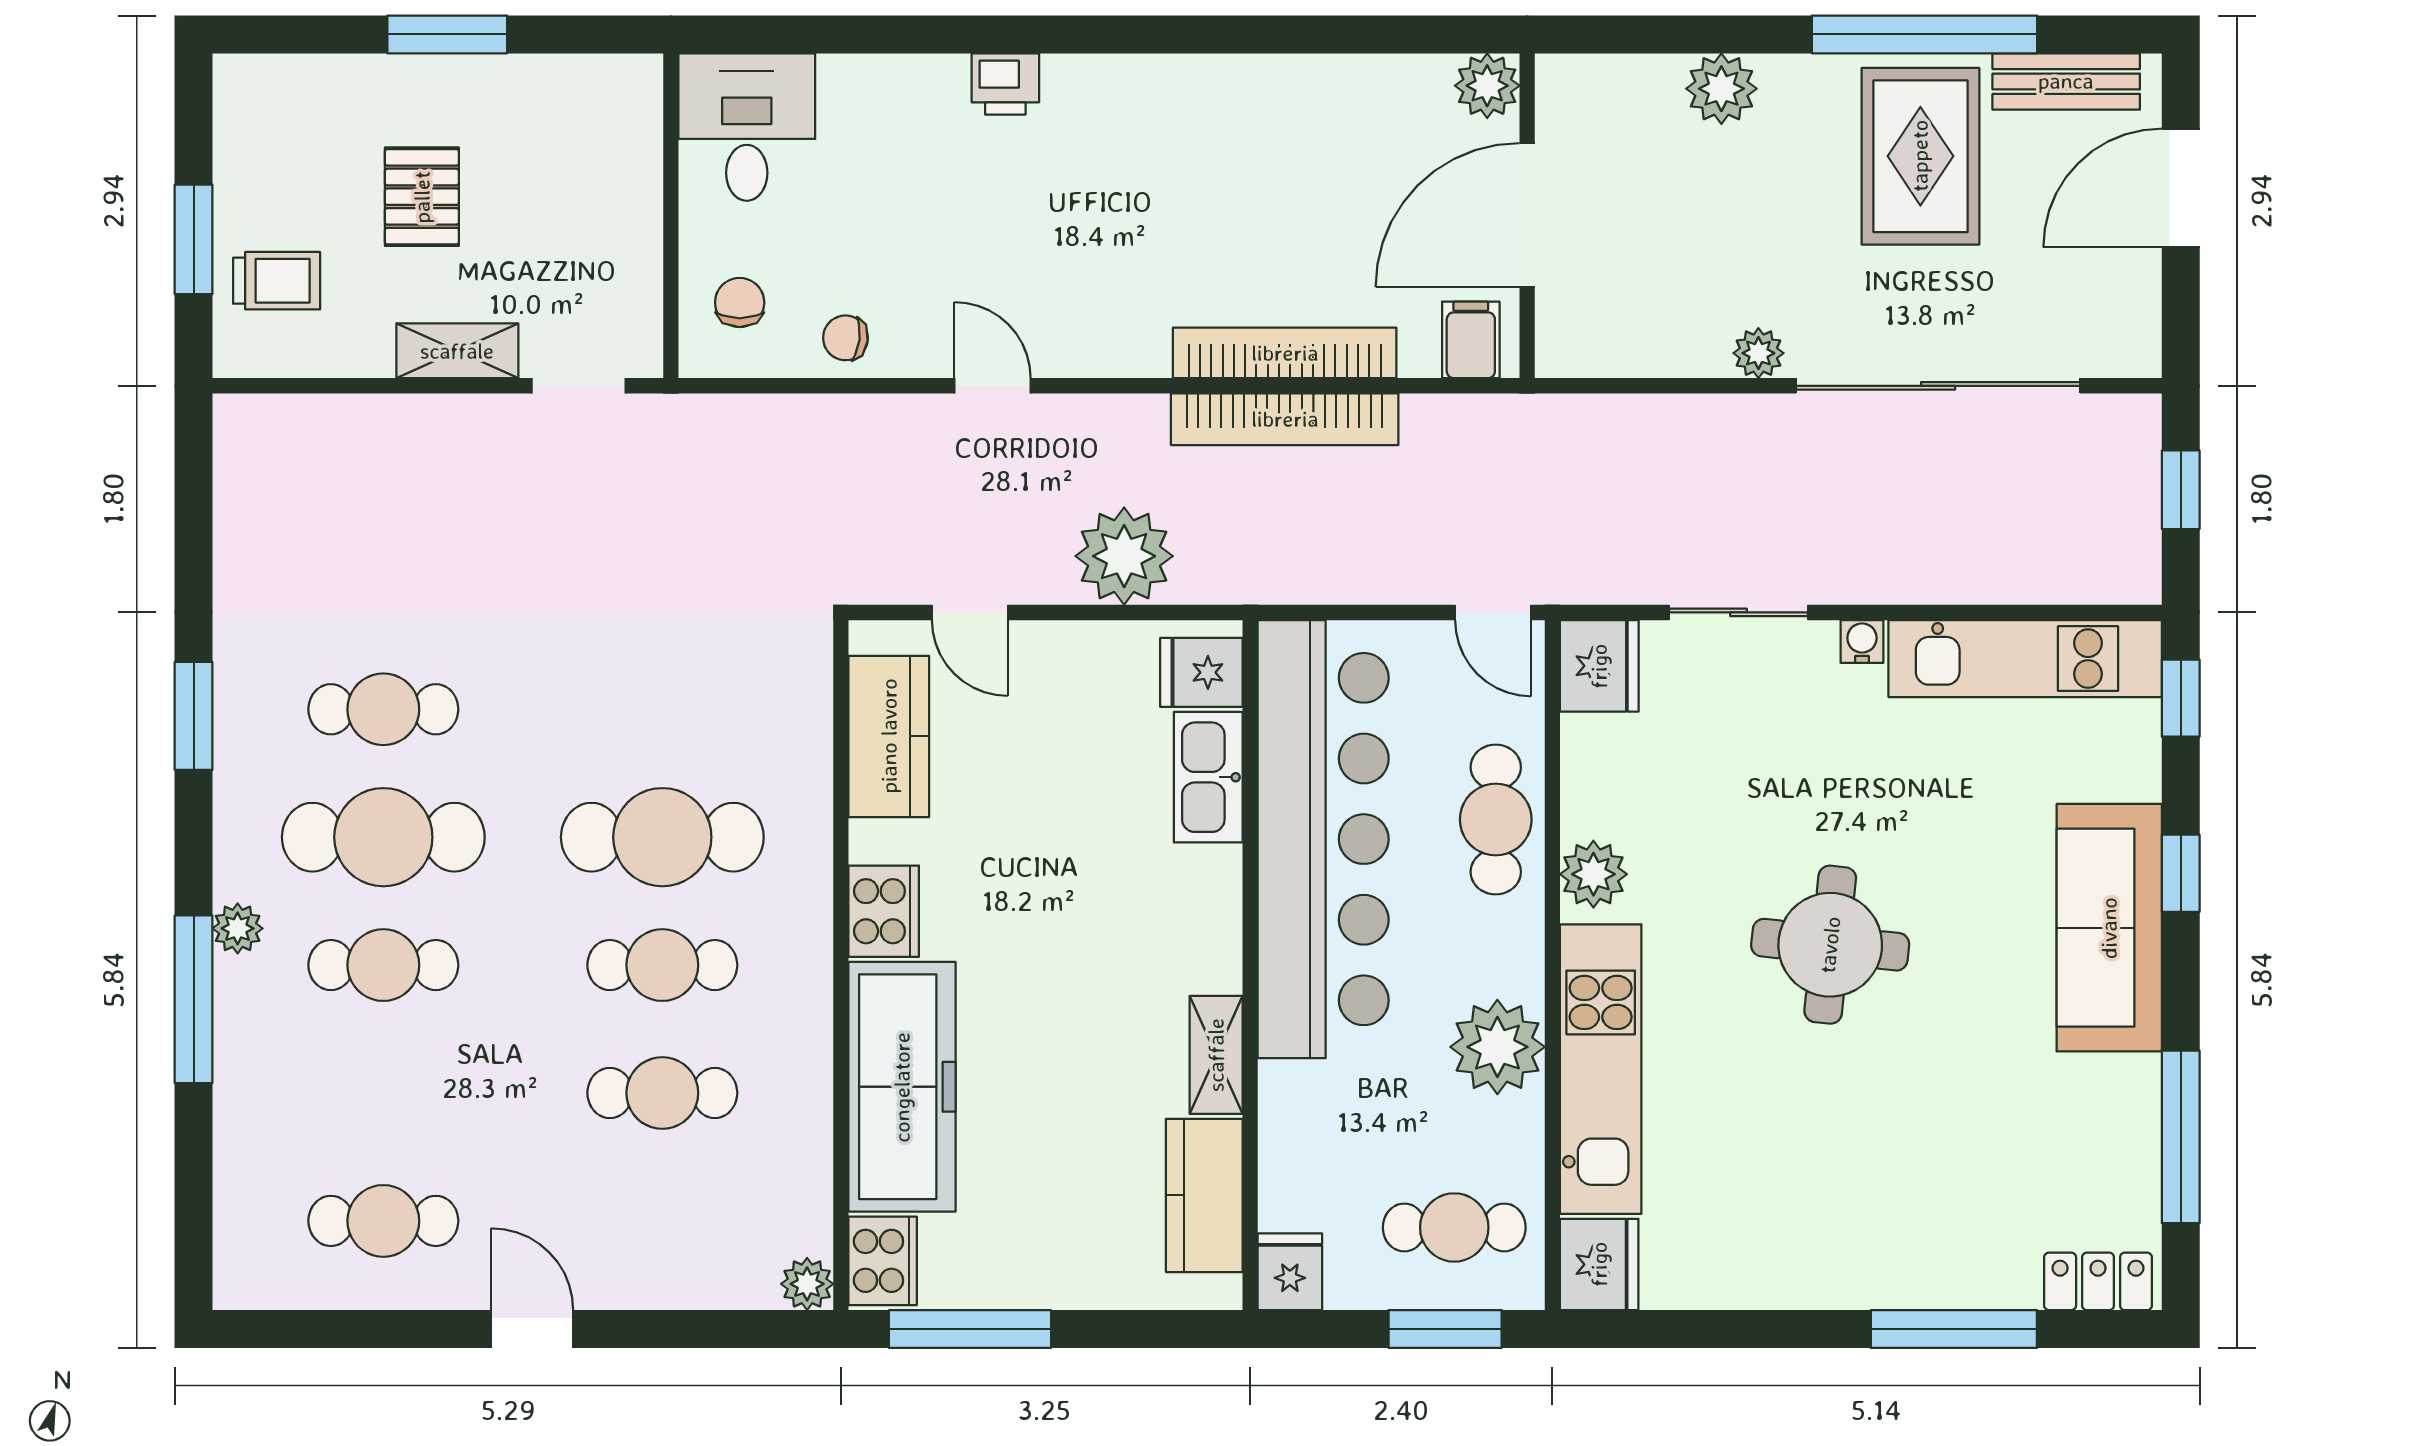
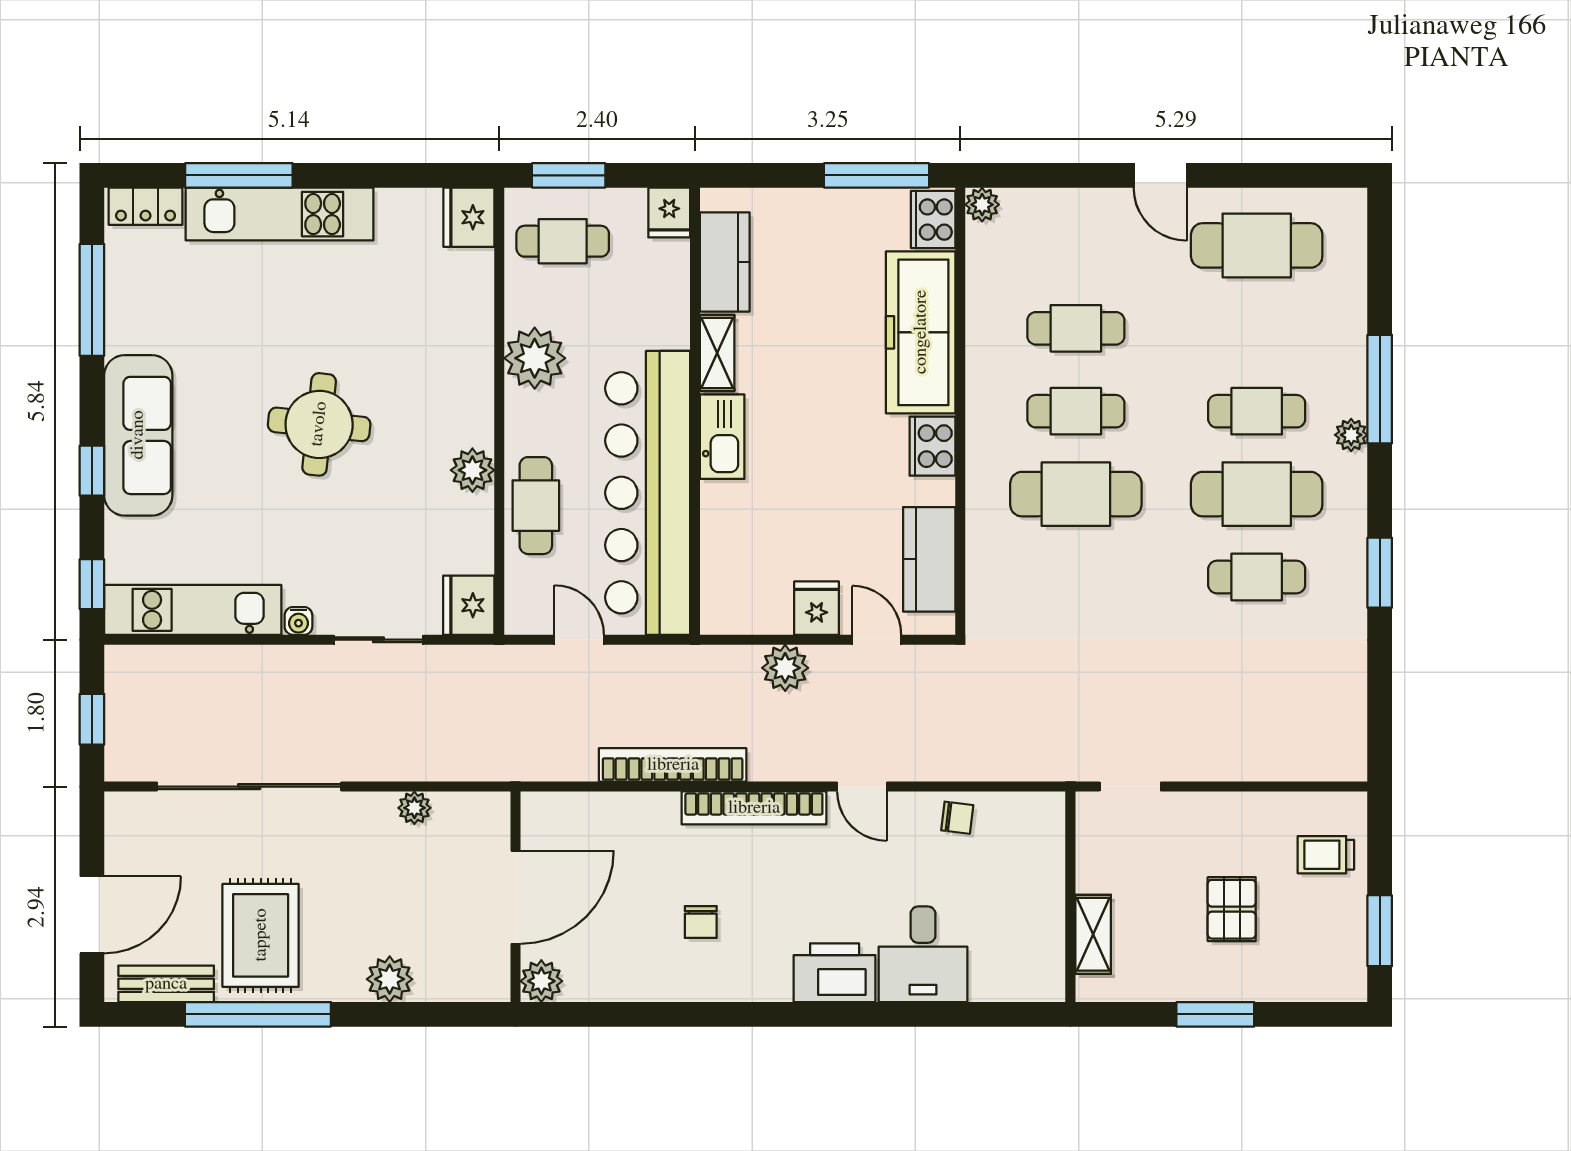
printer: (1005, 84) -> (835, 973), width x1.87, depth x1.48
desk: (747, 127) -> (923, 954), moved
window: (194, 239) -> (1380, 931), moved
chair: (740, 302) -> (701, 922), moved
filing cabinet: (1471, 340) -> (552, 816), removed
shelving: (457, 351) -> (1093, 934), moved, turned 90
bookcase: (1285, 353) -> (754, 808), moved
plant: (1758, 353) -> (414, 808), moved
plant: (1124, 556) -> (785, 668), width x0.73, depth x0.73
door: (1493, 612) -> (579, 640), moved
fridge: (1201, 672) -> (817, 608), moved, turned -90
kitchen sink: (1208, 777) -> (722, 437), moved
kitchen unit: (1601, 1069) -> (279, 214), moved, turned -90
cafe table: (383, 1221) -> (1257, 245), width x1.37, depth x1.35

